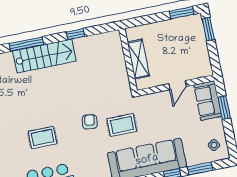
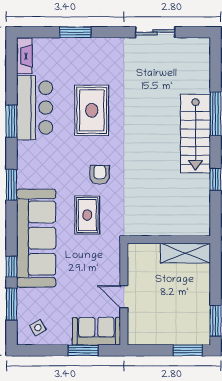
shelving: (138, 59) -> (185, 253), moved
armchair: (90, 122) -> (100, 175), turned -98
rug: (43, 137) -> (92, 110), width x1.36, depth x1.43

